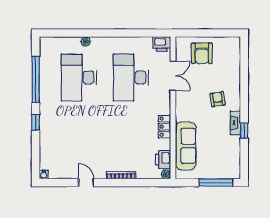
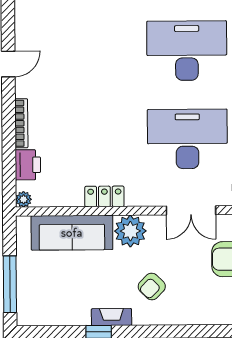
armchair: (218, 99) -> (152, 286), turned 143
plant: (185, 111) -> (130, 231), added
printer: (163, 160) -> (28, 165), moved, turned 90

